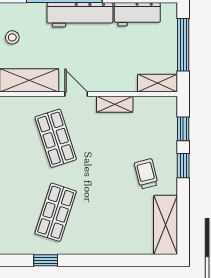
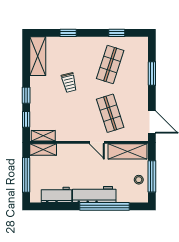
shelving: (115, 104) -> (43, 136), moved
trolley: (146, 174) -> (69, 82), moved
window: (120, 260) -> (68, 33), added

